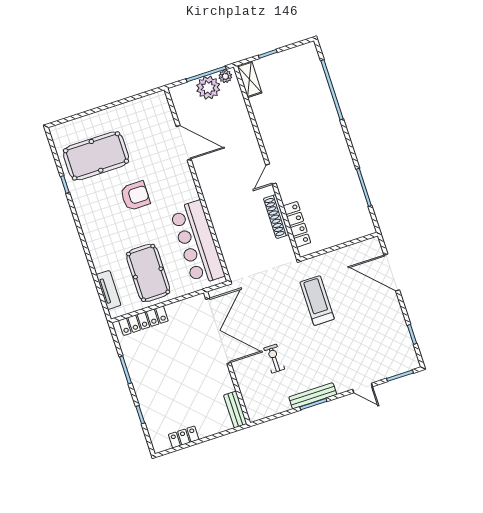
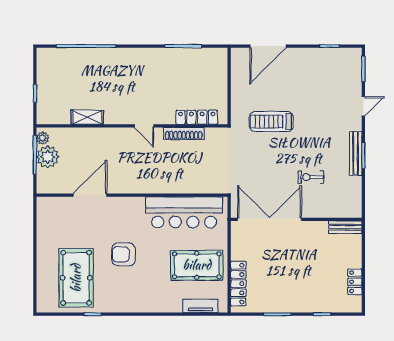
shelving: (250, 79) -> (87, 117), moved
armchair: (135, 196) -> (124, 254), turned -90

